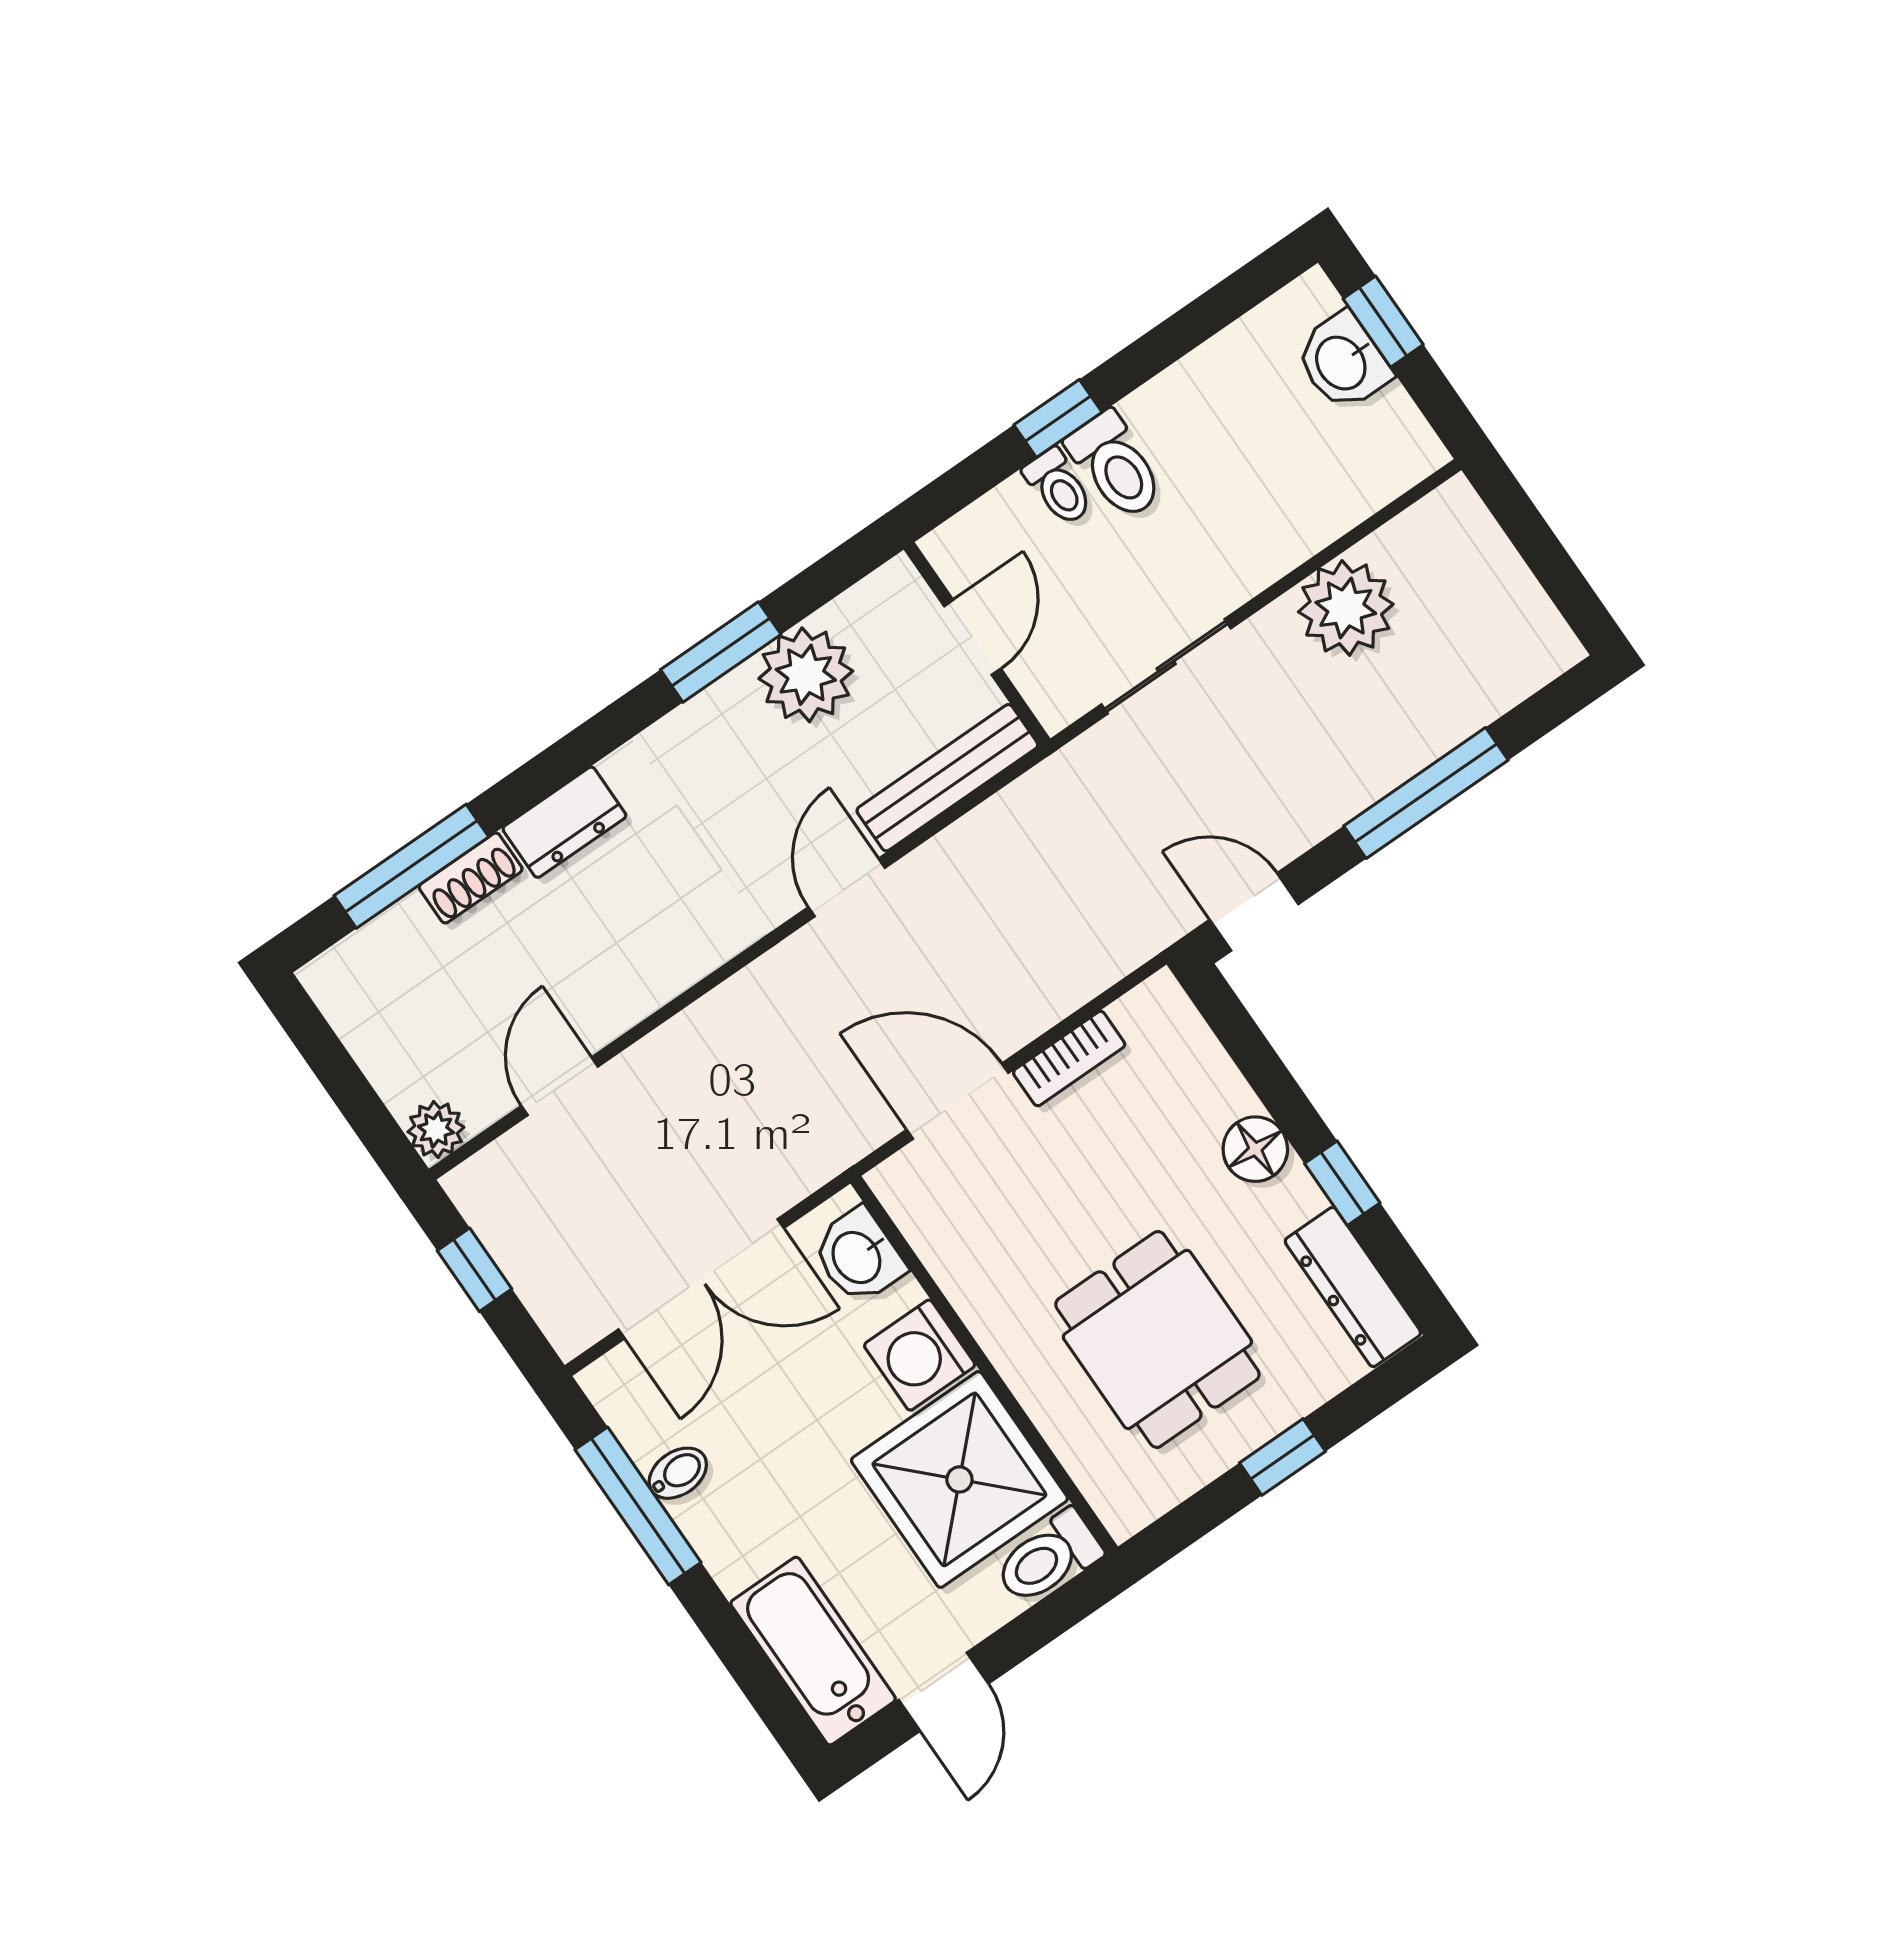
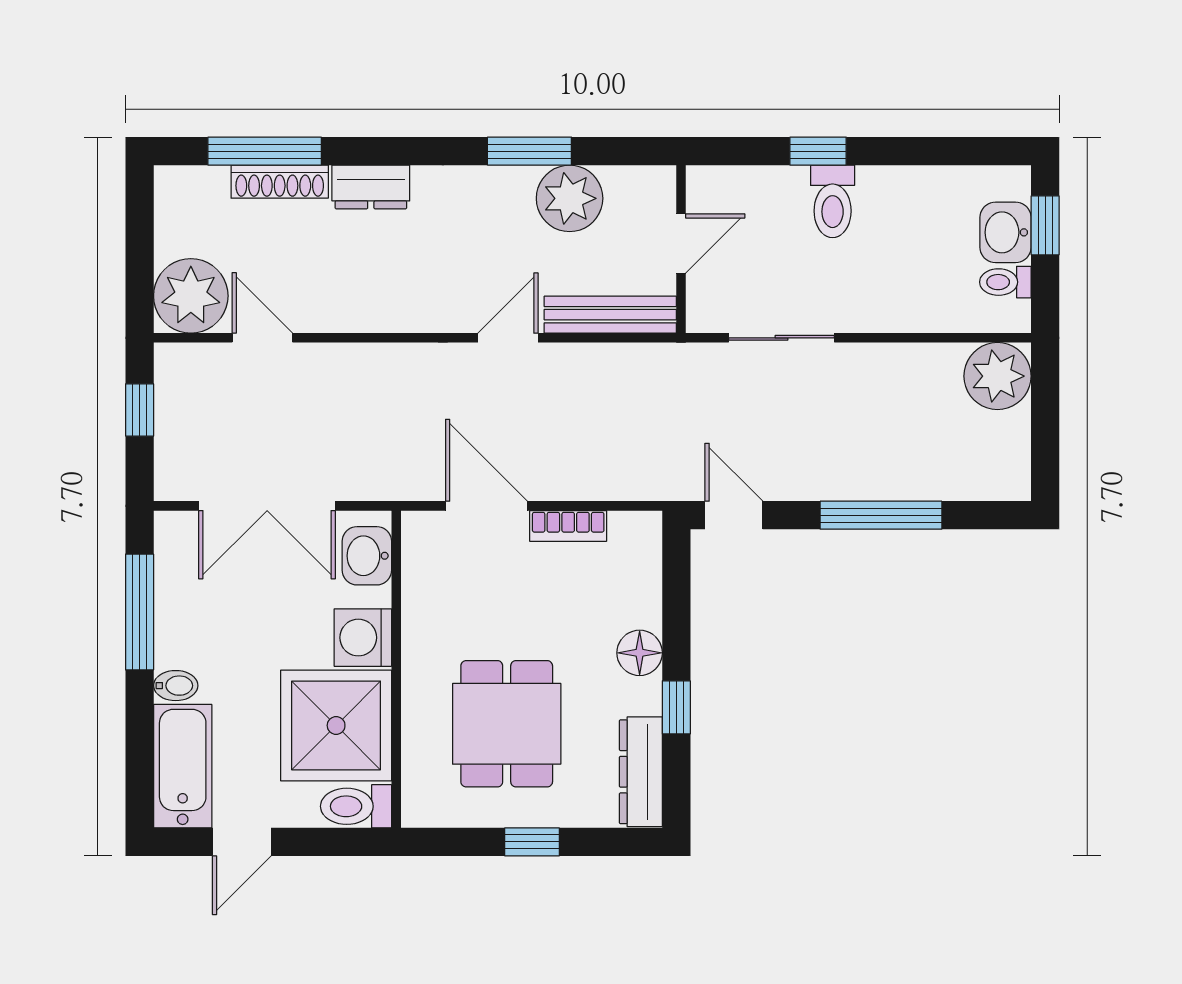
toilet: (1058, 487) -> (1005, 282), moved, turned 90
plant: (1346, 608) -> (997, 376), moved
shoe rack: (471, 878) -> (280, 182), width x1.43
door: (560, 1086) -> (262, 338), hinge flipped
plant: (436, 1130) -> (191, 296), width x1.88, depth x1.88
bidet: (678, 1473) -> (176, 686), moved

